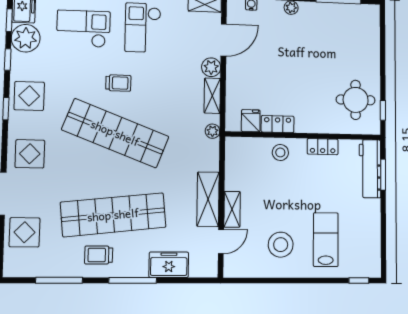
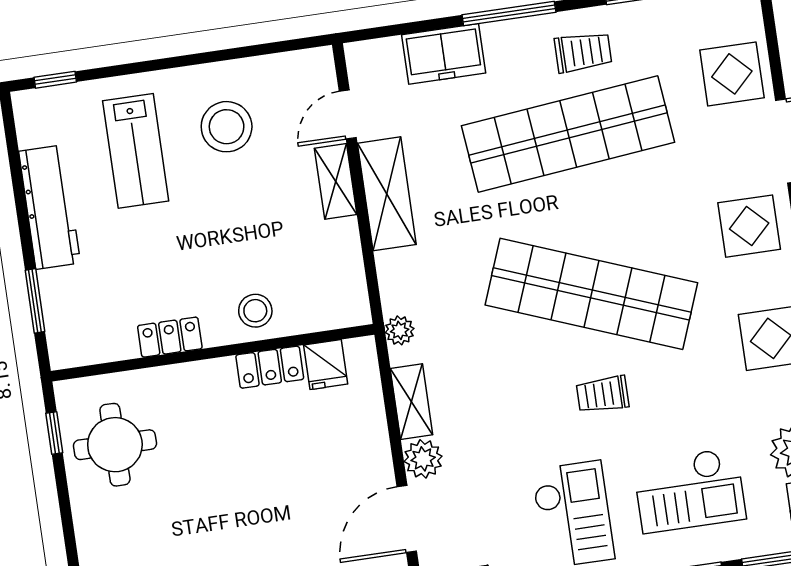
workbench: (370, 169) -> (50, 207), moved

